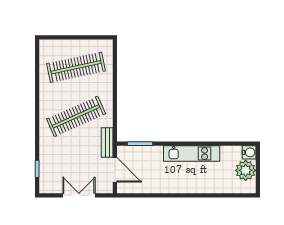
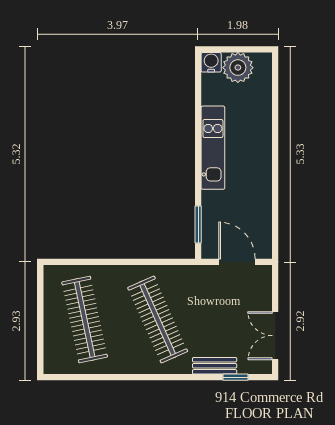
bench: (107, 142) -> (215, 366), moved
door: (115, 170) -> (237, 262), hinge flipped
double door: (79, 195) -> (275, 336), moved

